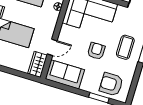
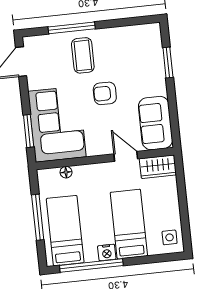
coffee table: (125, 47) -> (83, 55), turned 90
armchair: (111, 84) -> (142, 53), removed

